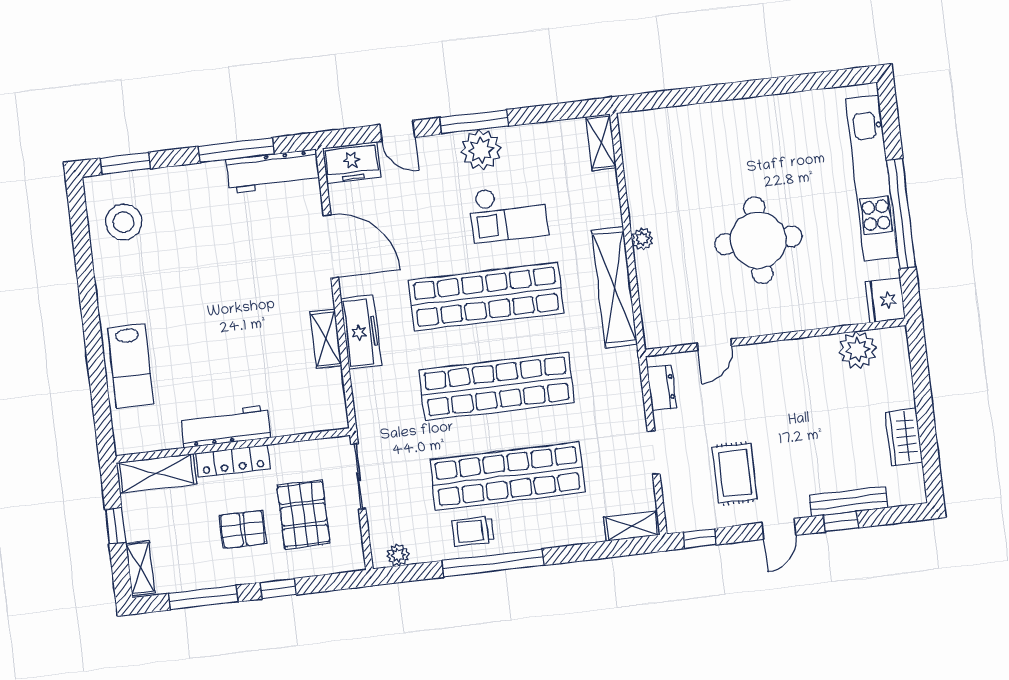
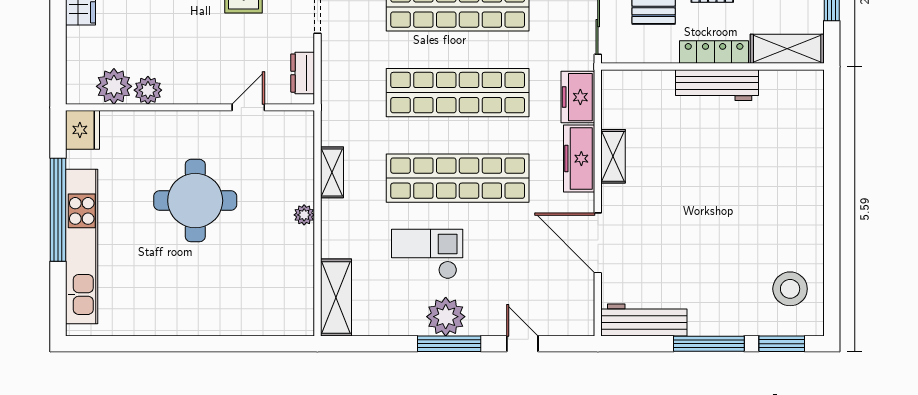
shelving: (601, 142) -> (336, 298), width x1.50, depth x1.33
window: (236, 150) -> (709, 344), moved
freezer: (352, 162) -> (578, 97), moved, turned -90
shelving: (614, 287) -> (332, 172), width x0.45, depth x0.75
plant: (822, 350) -> (148, 90), added
lab bench: (131, 366) -> (799, 153), removed

